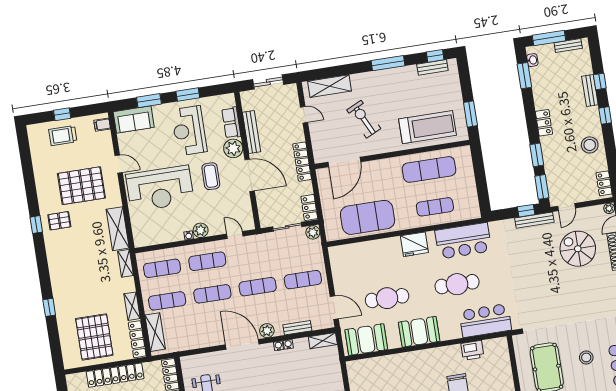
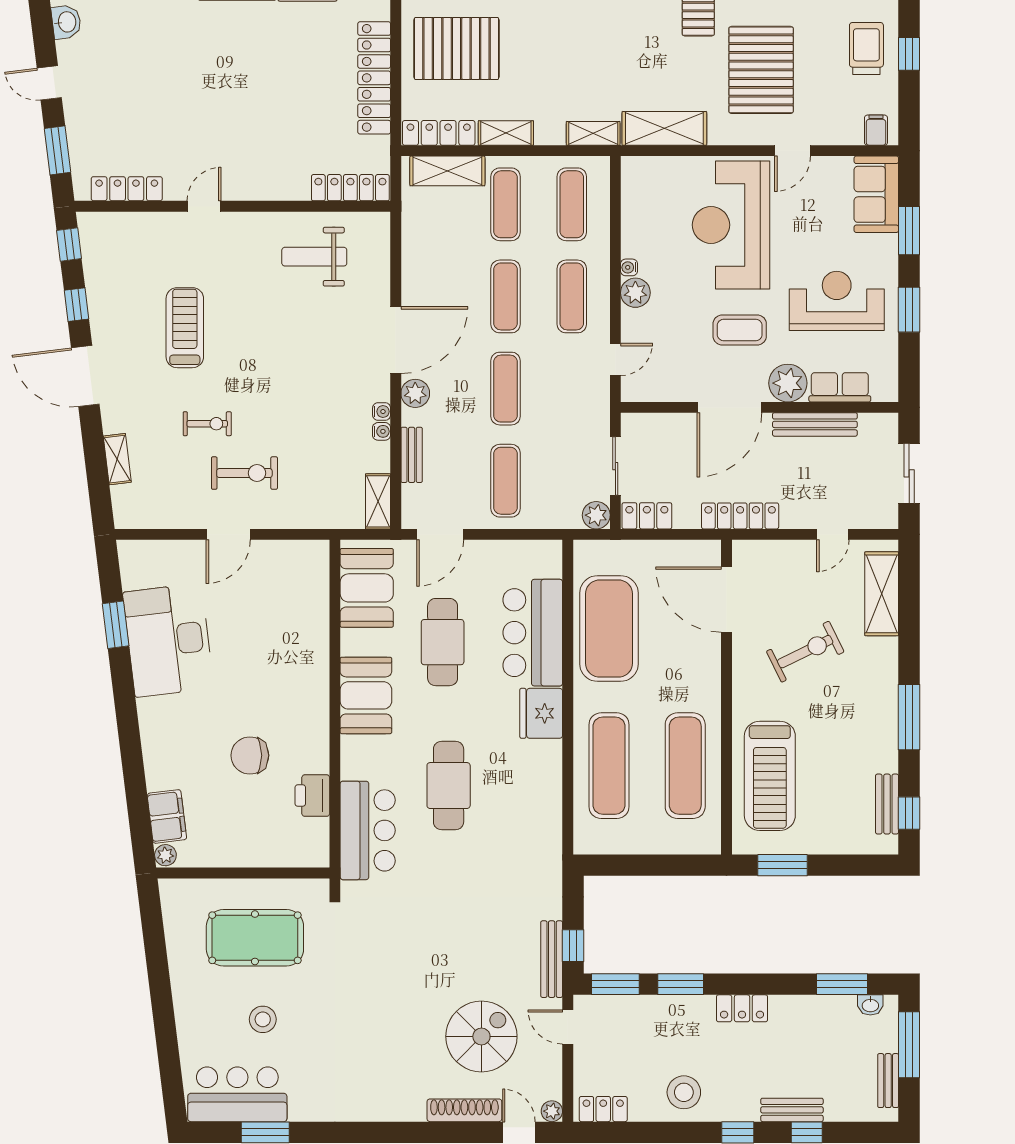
exercise mat: (435, 207) -> (609, 766), width x1.36, depth x1.45
bar counter: (463, 241) -> (533, 633), moved

